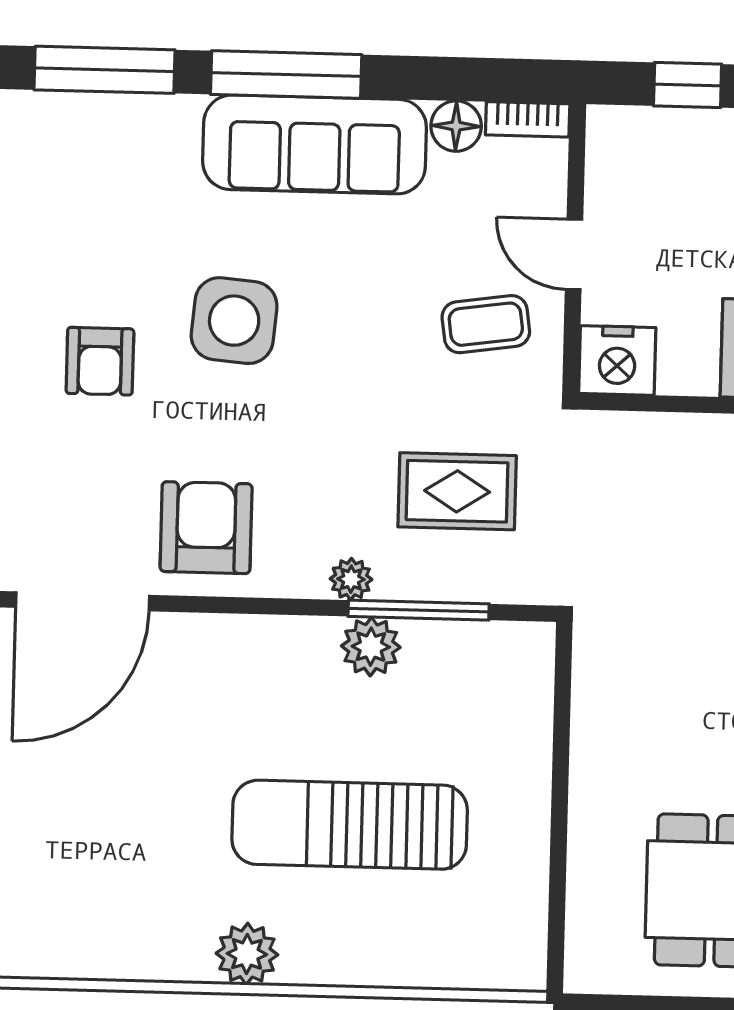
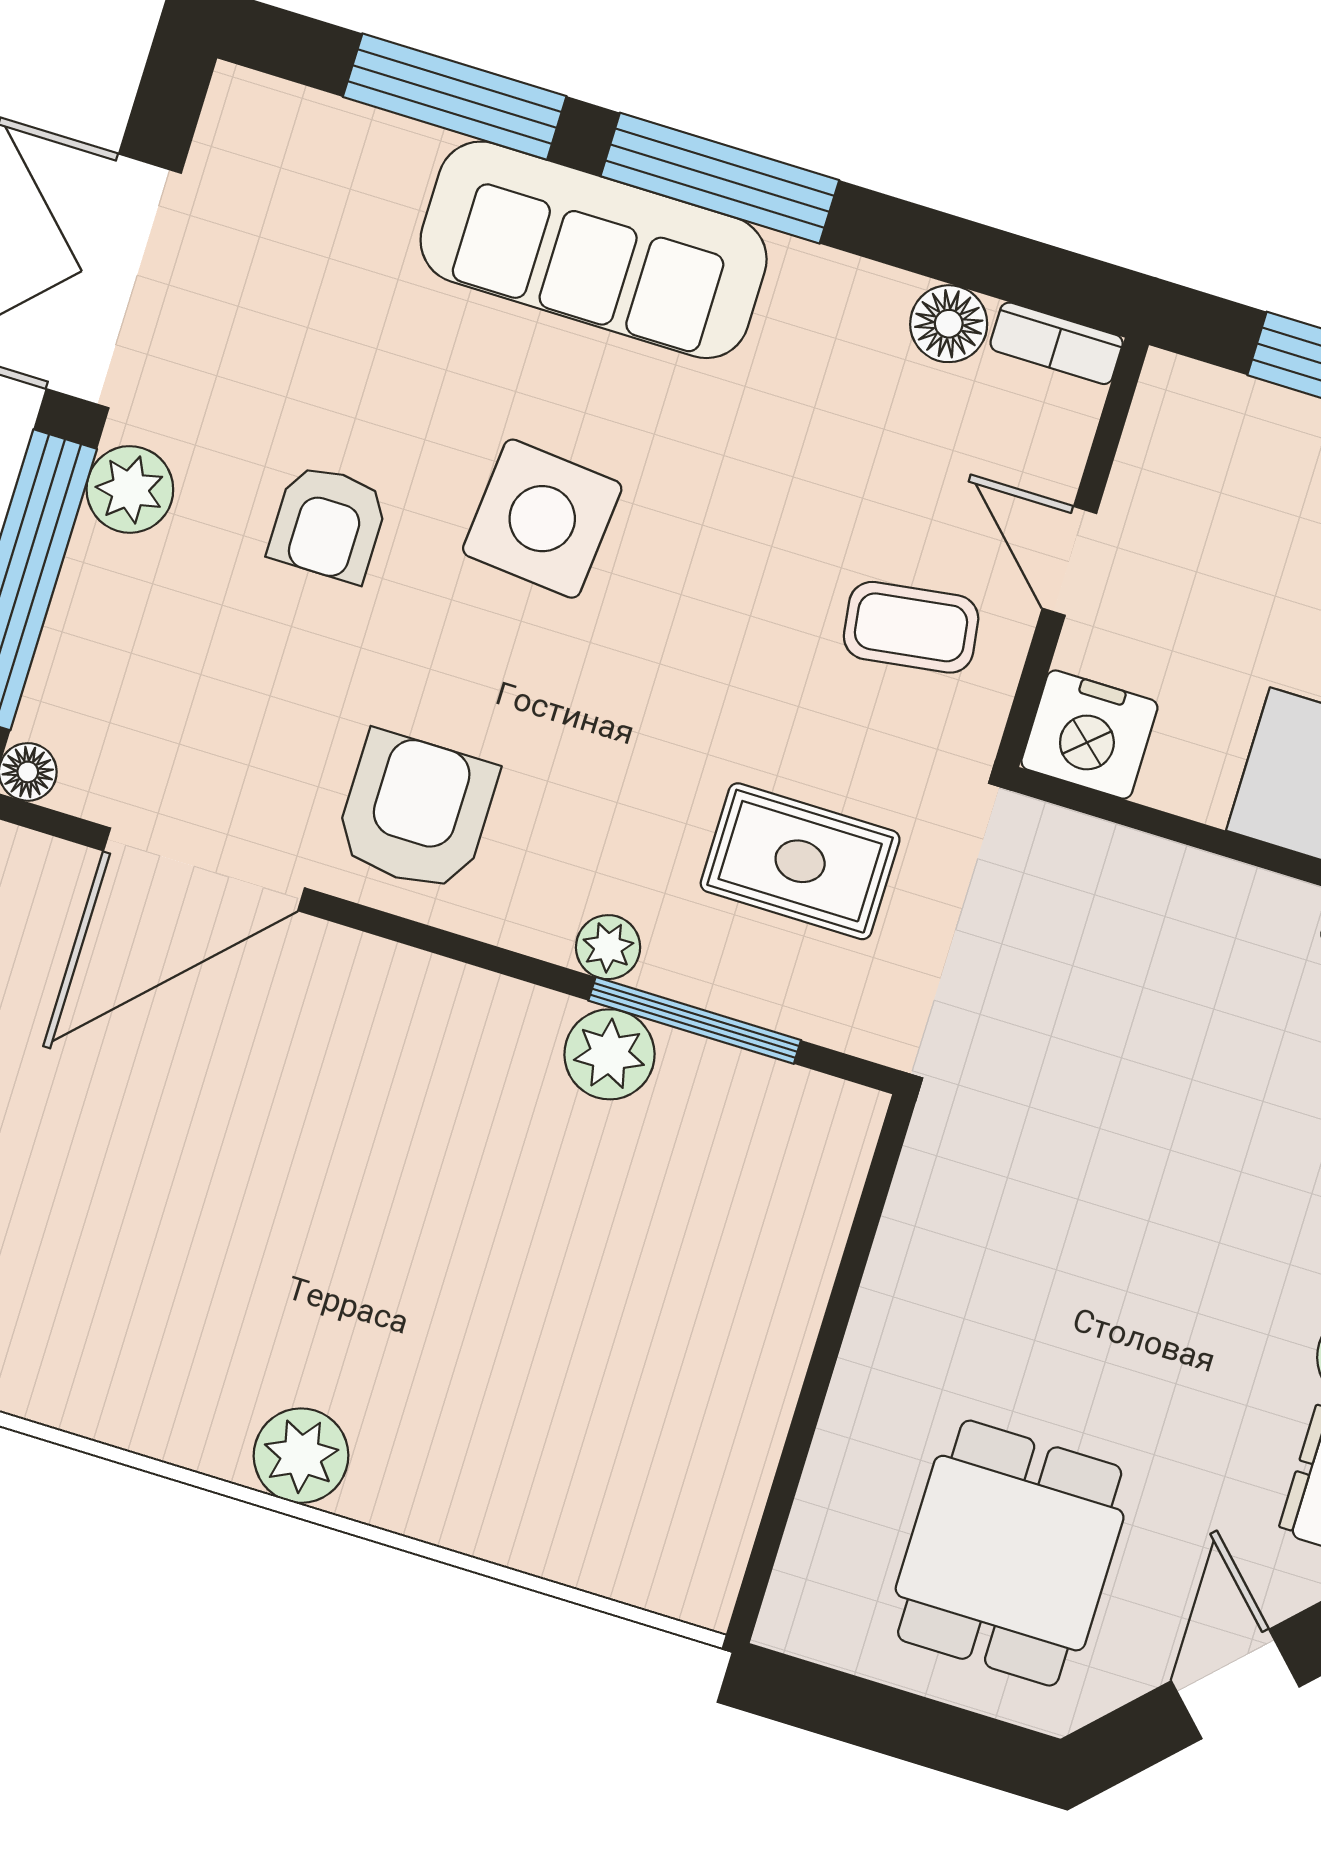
sofa: (315, 144) -> (594, 250), moved
sun lounger: (350, 825) -> (505, 1308), removed

